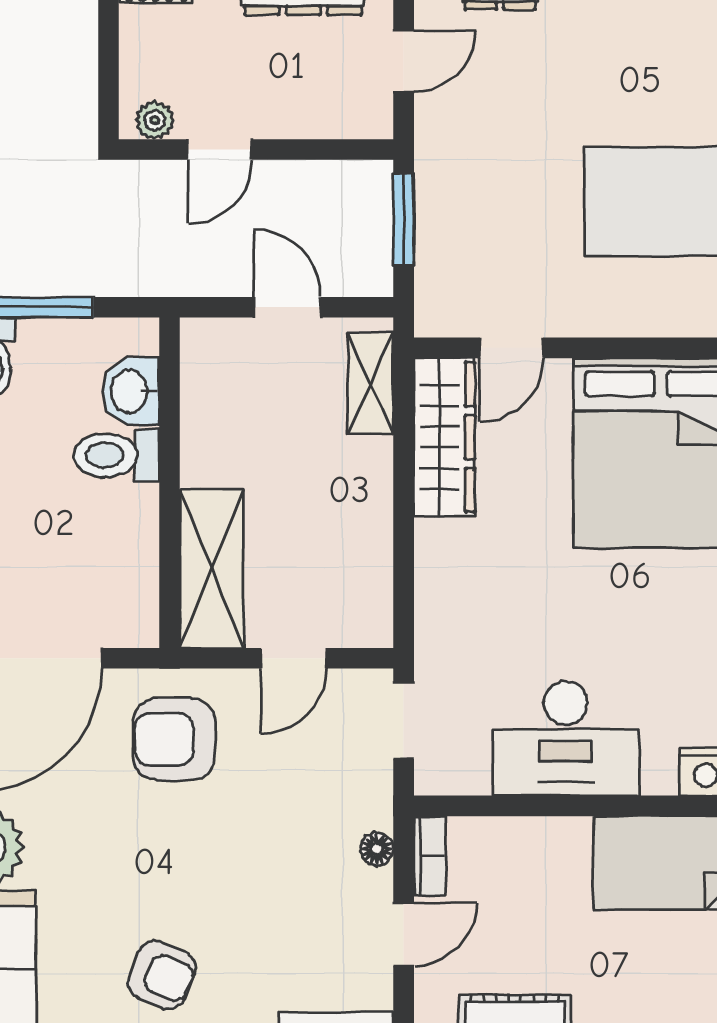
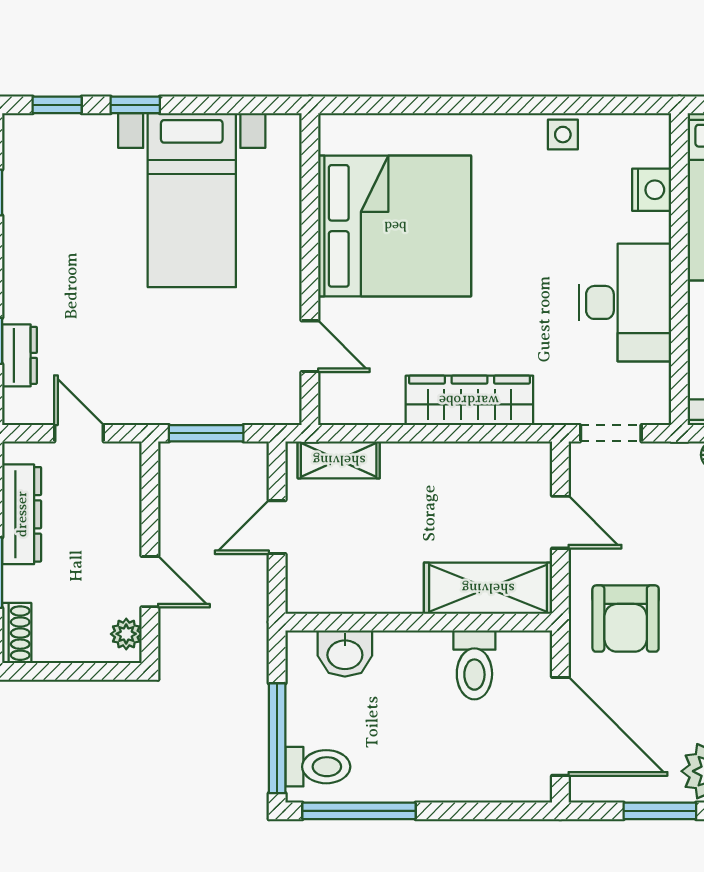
wardrobe: (444, 437) -> (469, 400), moved
toilet: (117, 455) -> (474, 665), moved

